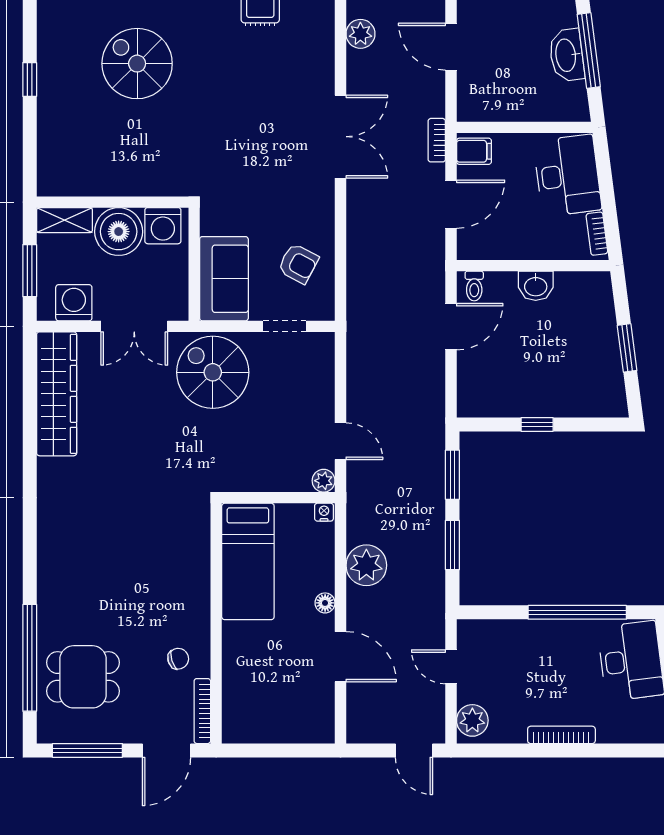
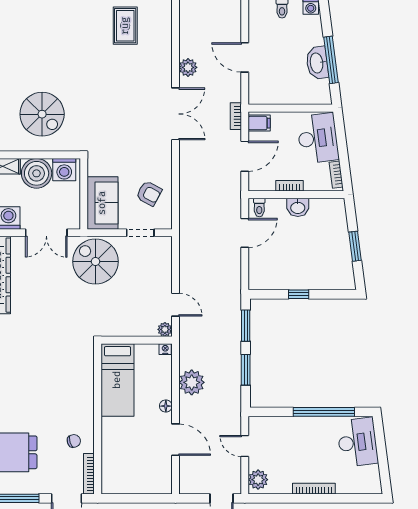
plant: (360, 34) -> (188, 67), moved
spiral stairs: (137, 64) -> (42, 114), moved, turned 180
bookcase: (523, 251) -> (290, 186), added

